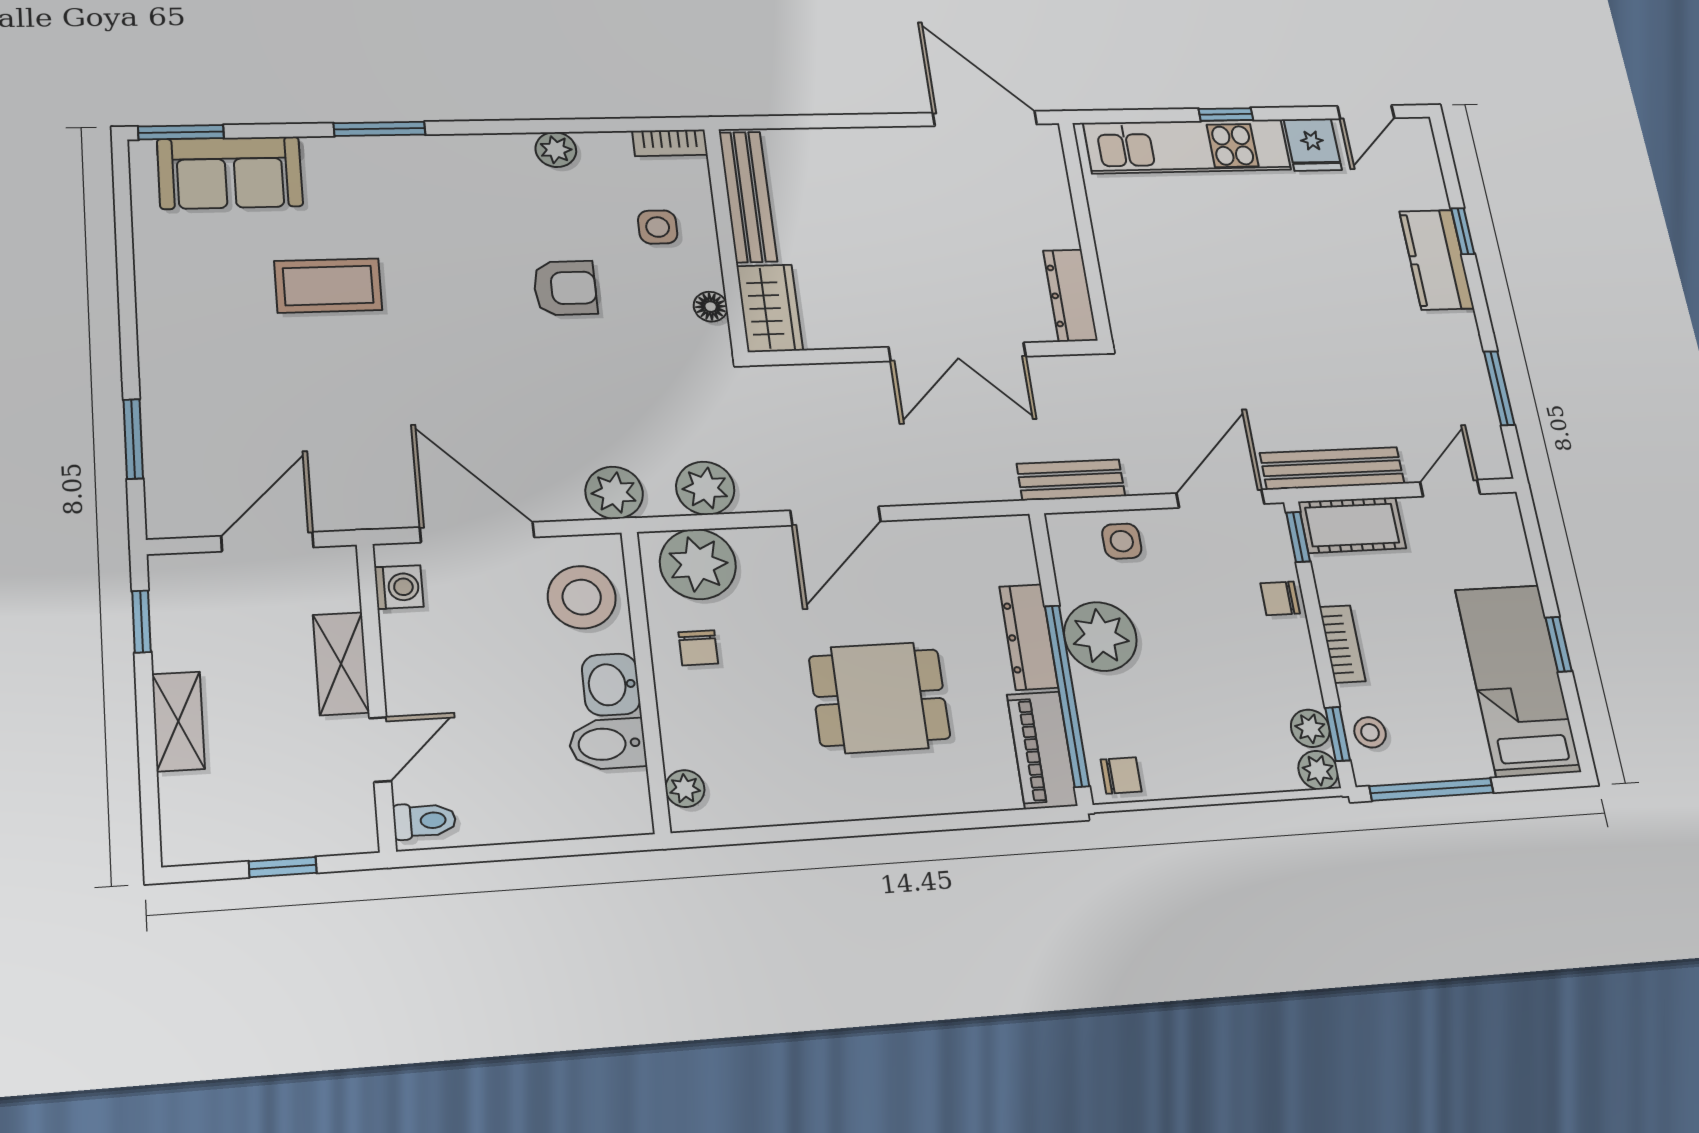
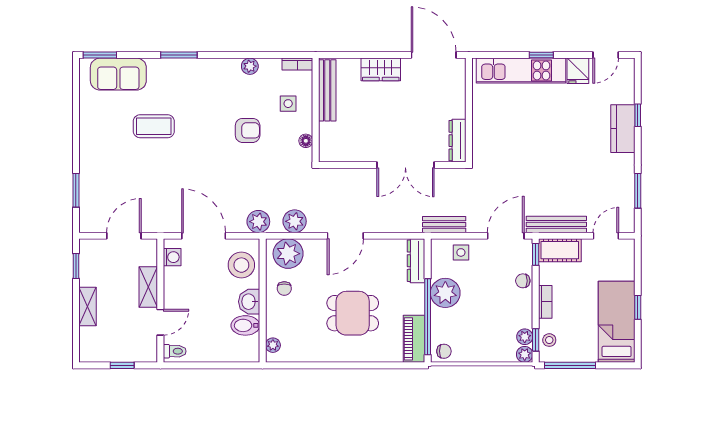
wardrobe: (770, 308) -> (381, 69), moved, turned 90
dresser: (1029, 637) -> (416, 261), moved

